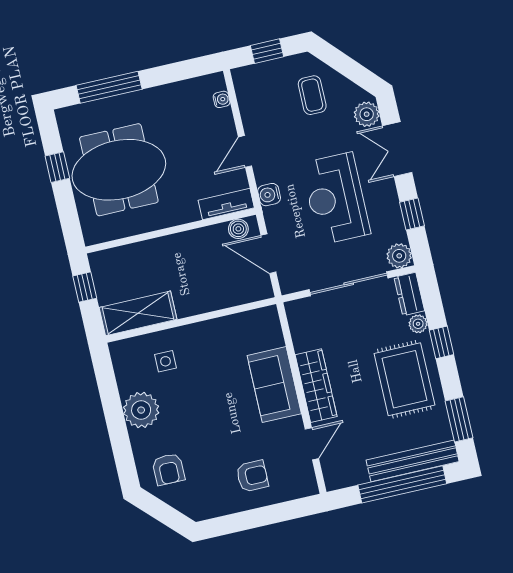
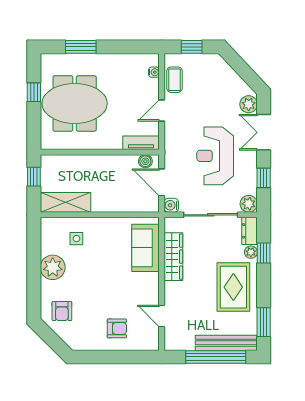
window: (109, 87) -> (81, 47), width x0.69
coffee table: (312, 95) -> (174, 80), moved
water cooler: (269, 195) -> (171, 205), moved
window: (441, 342) -> (264, 253), moved
sofa: (274, 385) -> (146, 248), moved
wardrobe: (316, 386) -> (173, 257), moved
door: (312, 444) -> (162, 316), swing flipped

